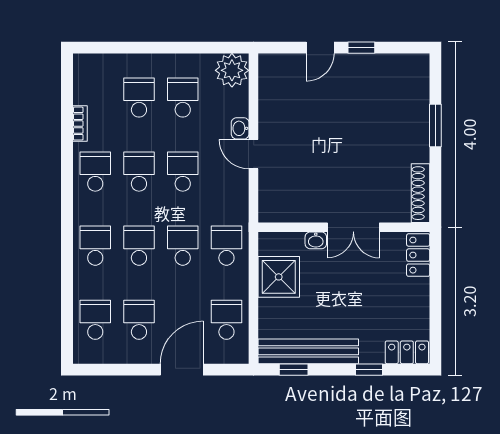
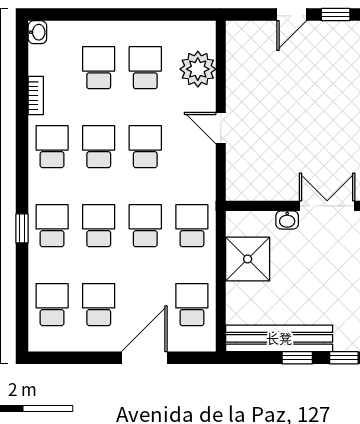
plant: (232, 70) -> (198, 69), moved
washbasin: (240, 128) -> (37, 32), moved, turned 180
double door: (353, 227) -> (327, 206), swing flipped
window: (67, 248) -> (22, 228), added
window: (294, 370) -> (297, 358), moved

